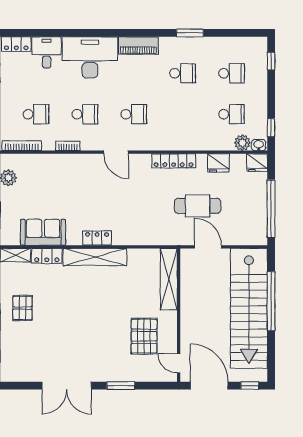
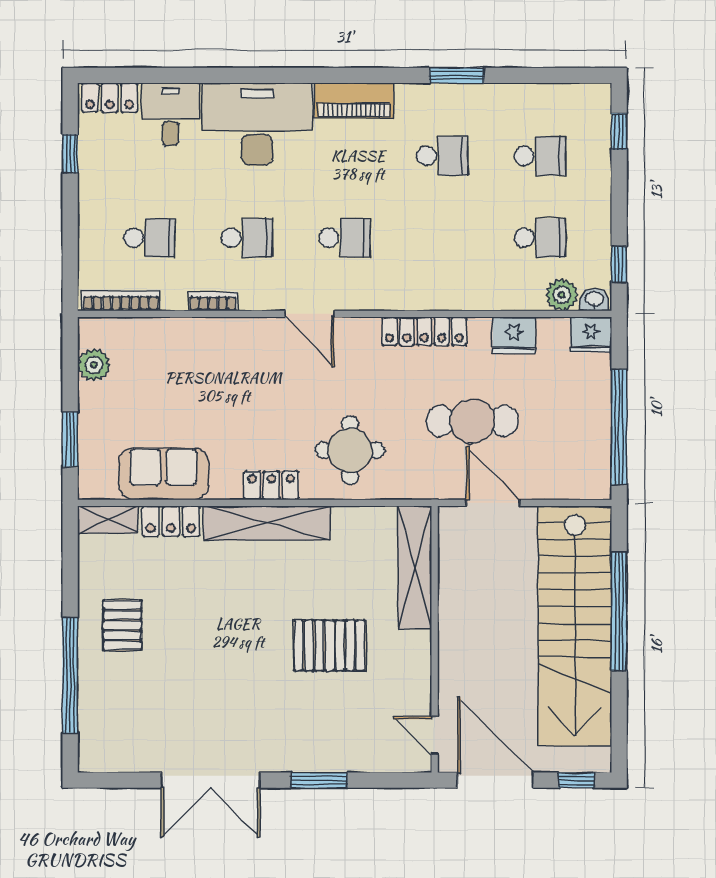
round table: (136, 220) -> (350, 450), added
pallet: (144, 336) -> (329, 645), moved, turned 90

